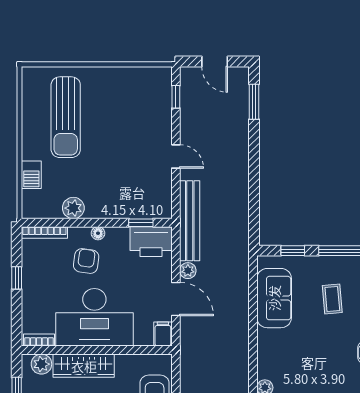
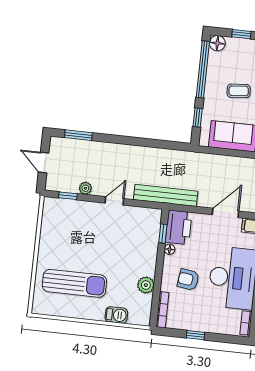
door: (215, 62) -> (44, 163), swing flipped
floor lamp: (98, 233) -> (170, 249), moved
plant: (188, 271) -> (85, 188), moved

